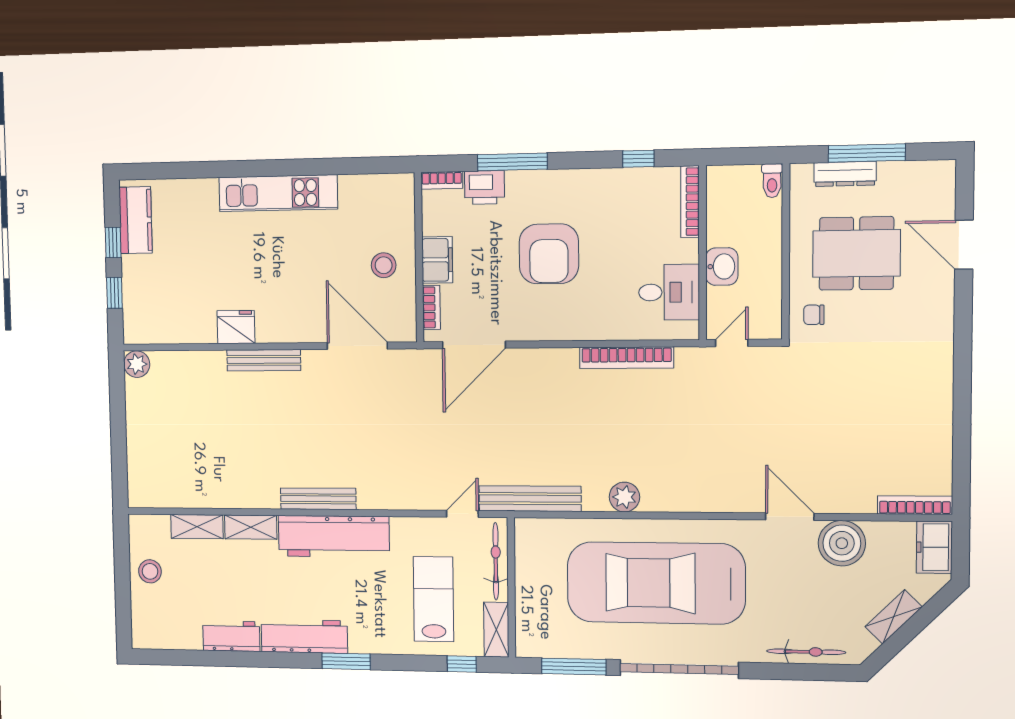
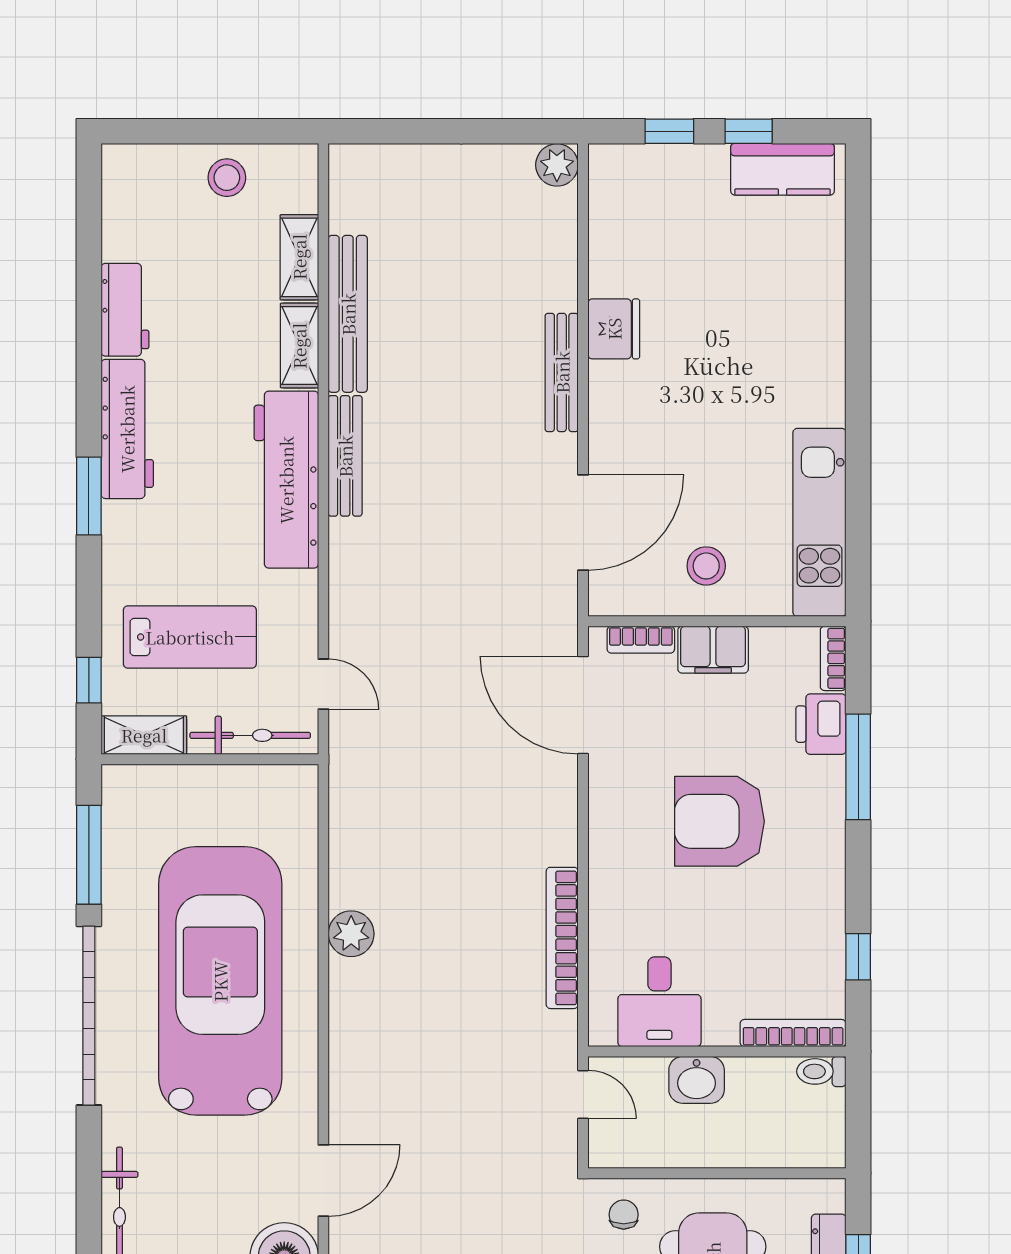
toilet: (772, 181) -> (821, 1071), moved
kitchen unit: (278, 193) -> (819, 522), moved
bench: (530, 499) -> (348, 314), moved

